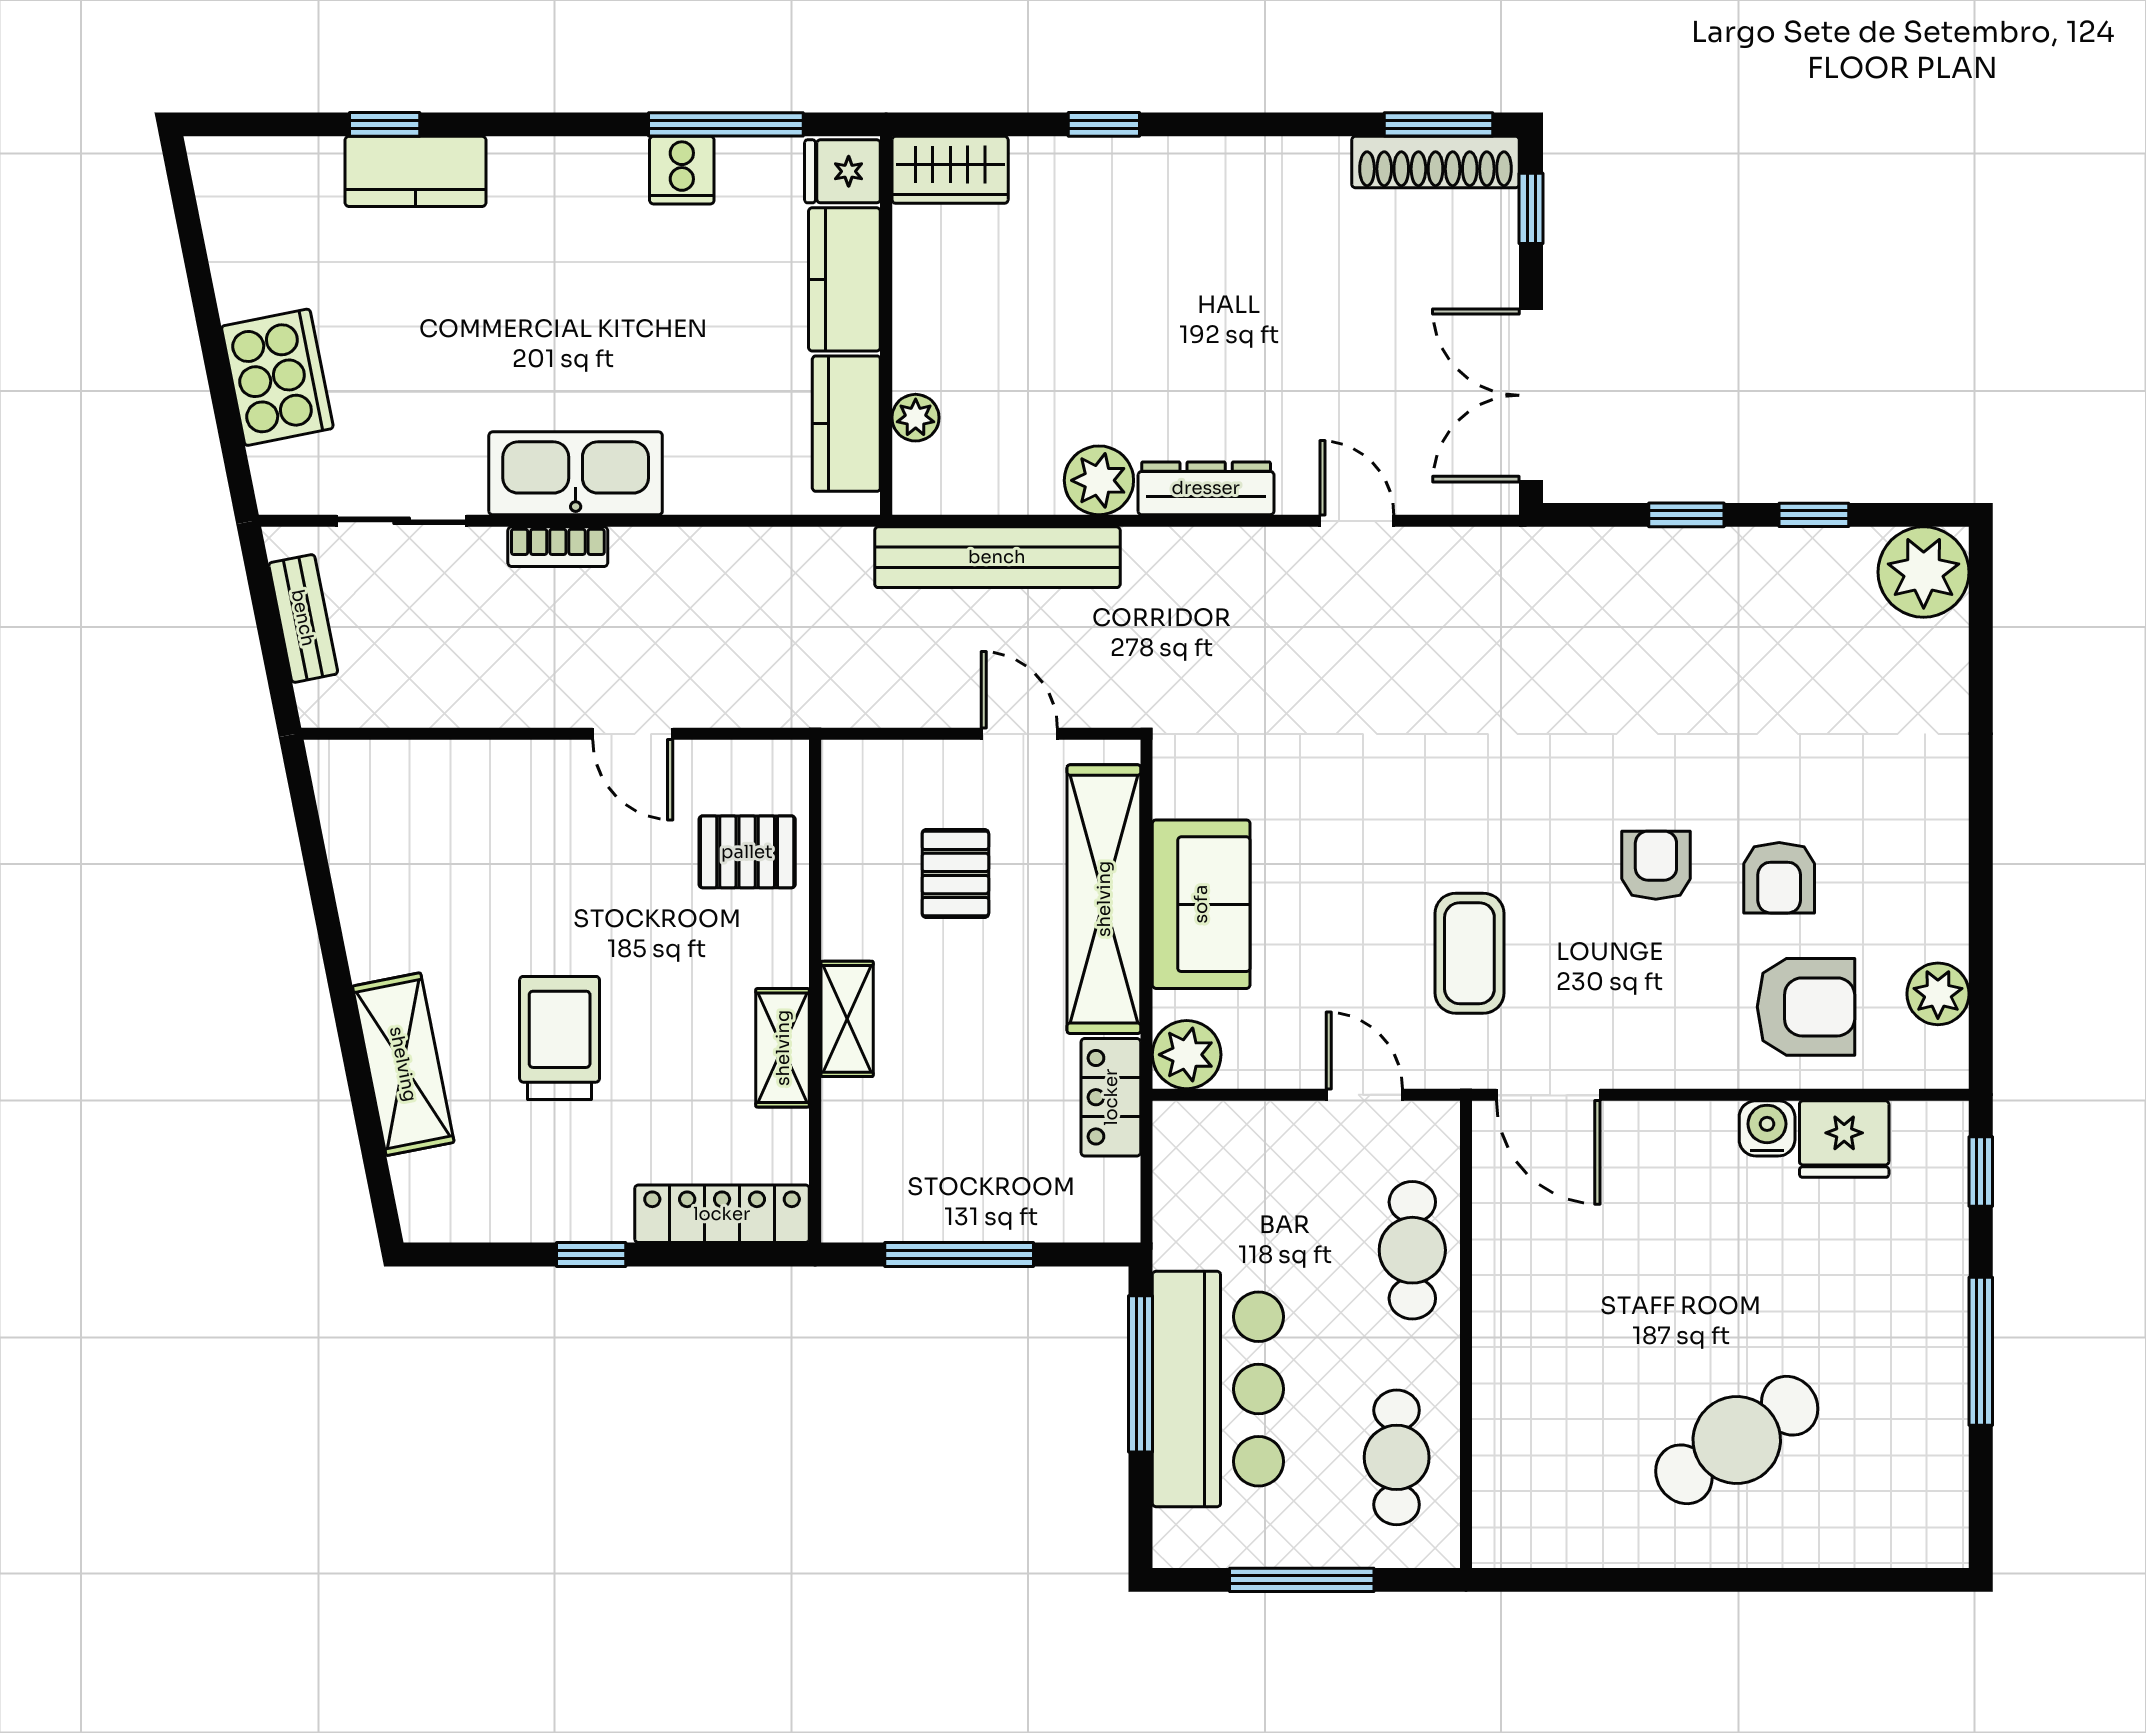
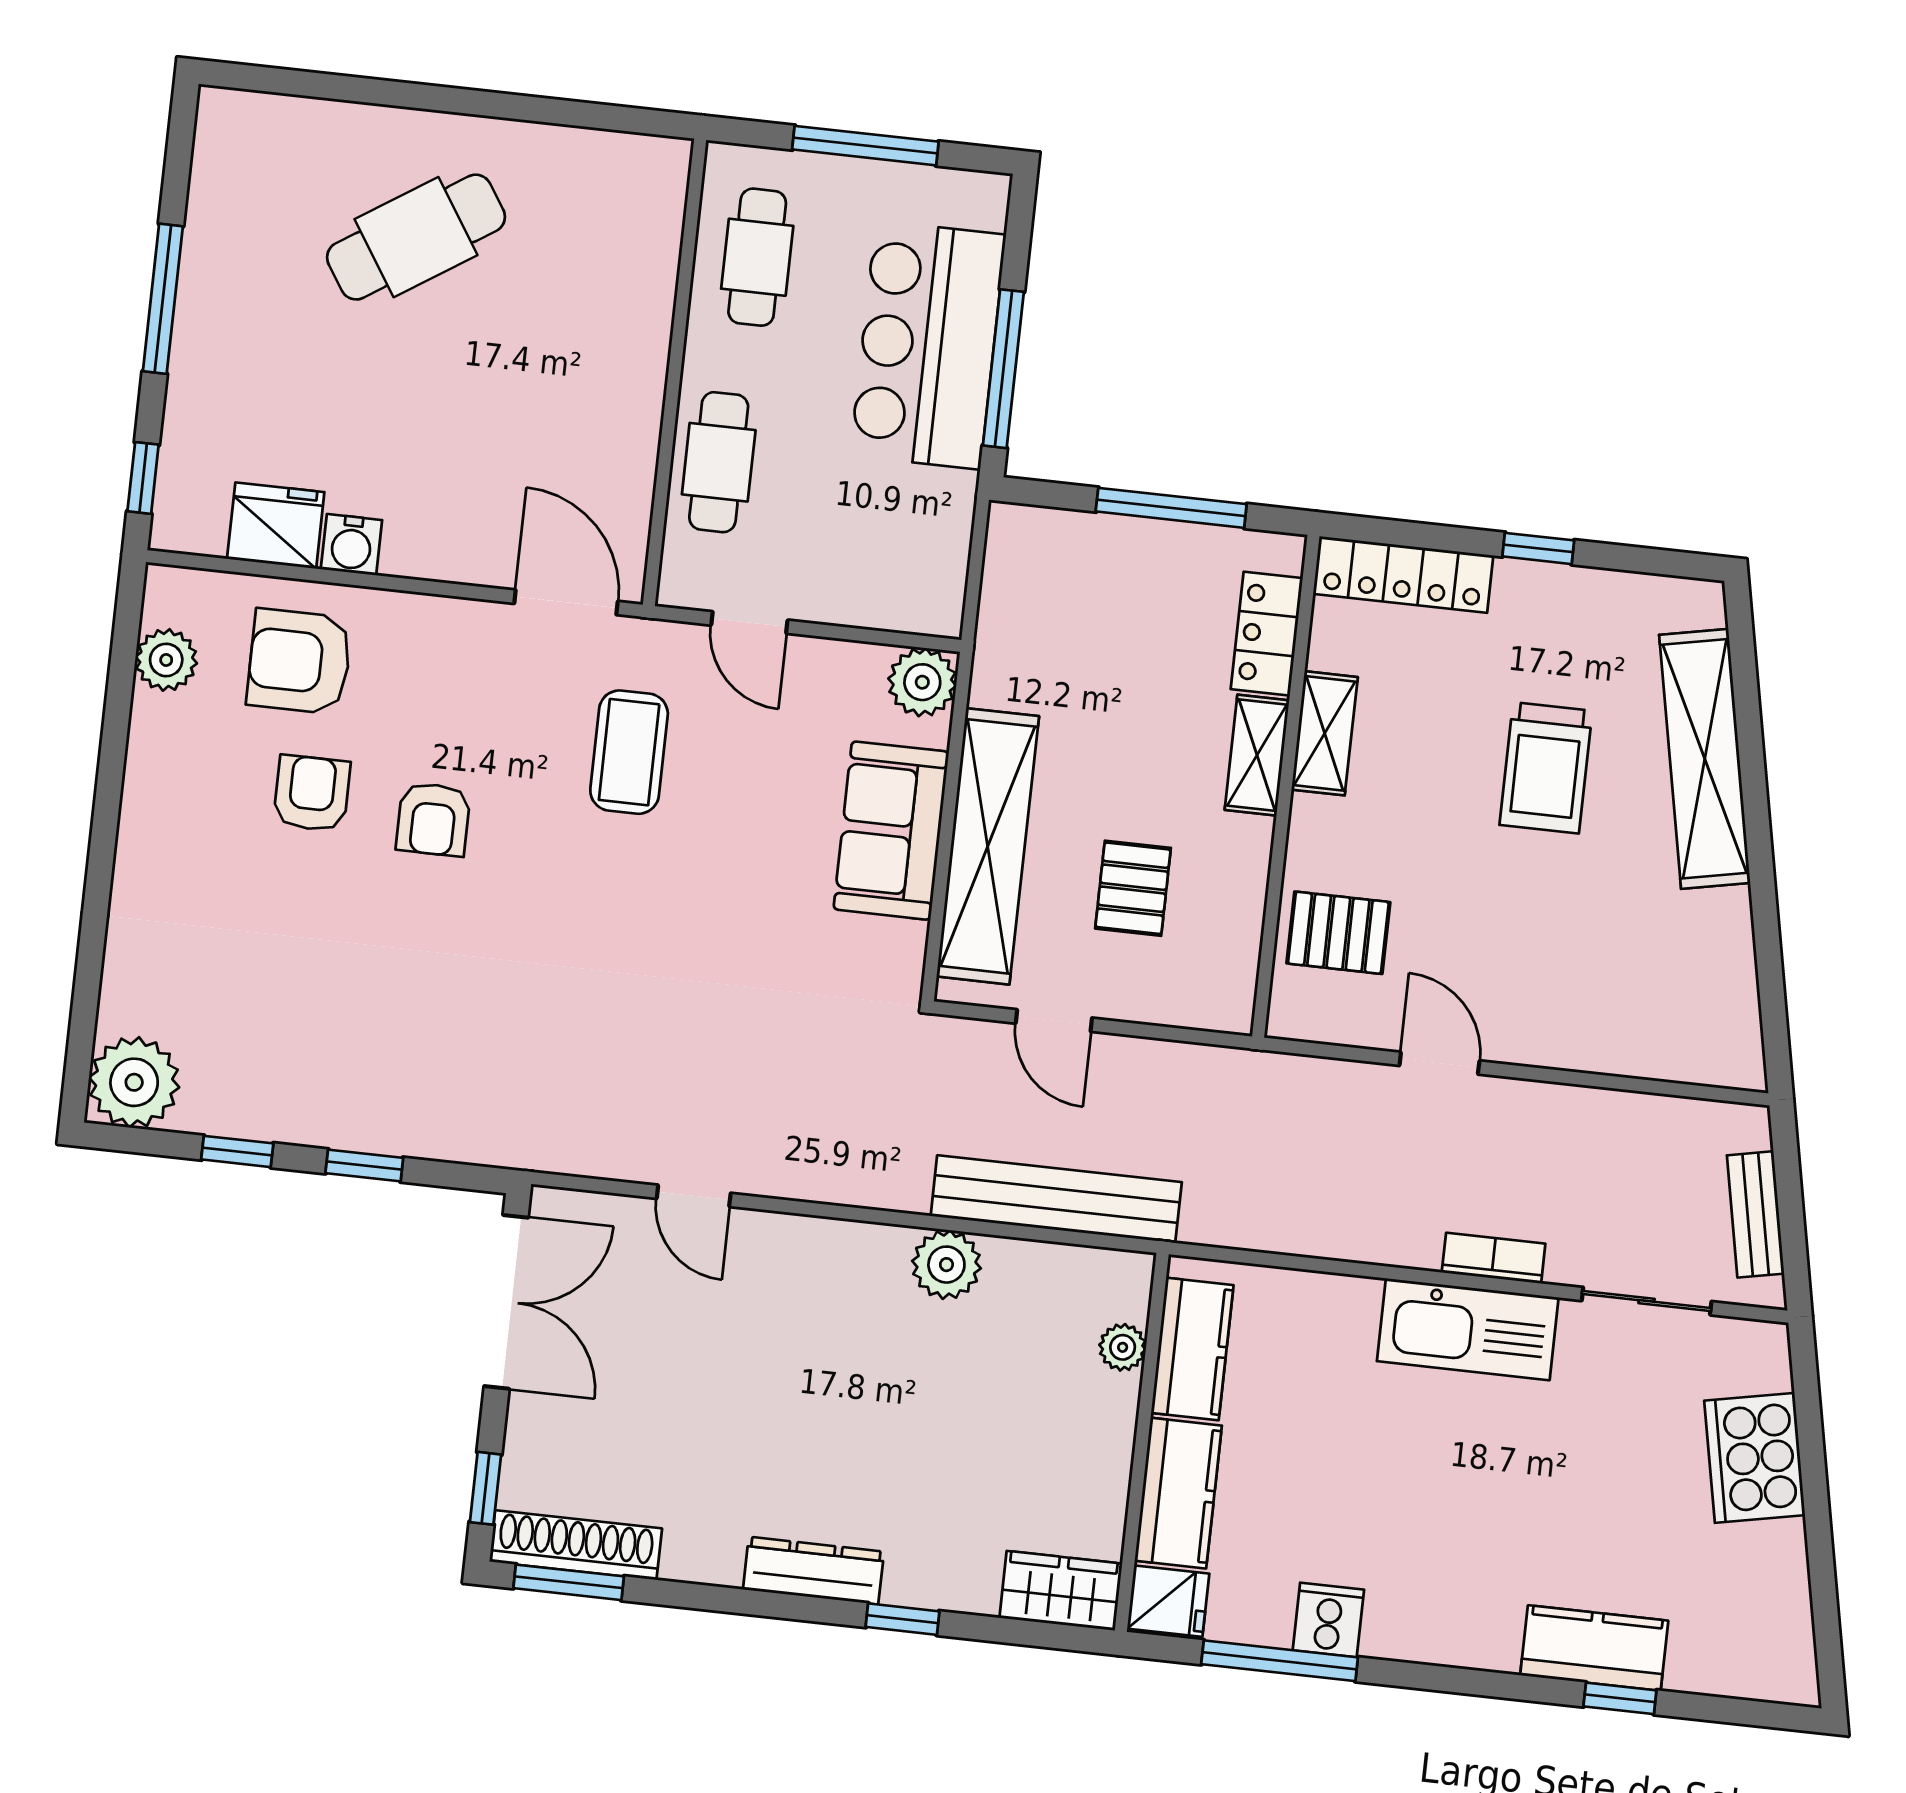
dresser: (1206, 488) -> (813, 1571), moved, turned 180
shelving: (403, 1064) -> (1705, 759), width x1.47
locker: (1111, 1097) -> (1267, 634), moved, turned 180

